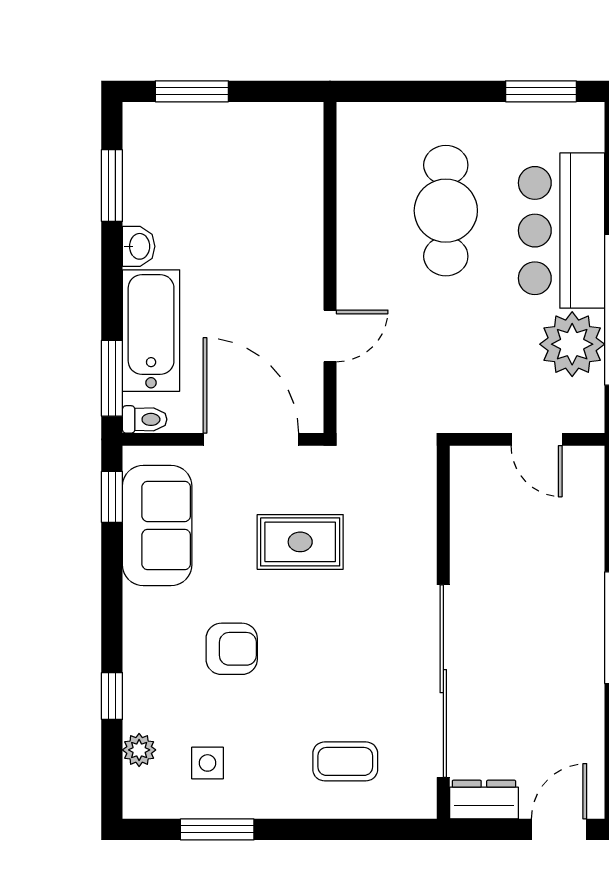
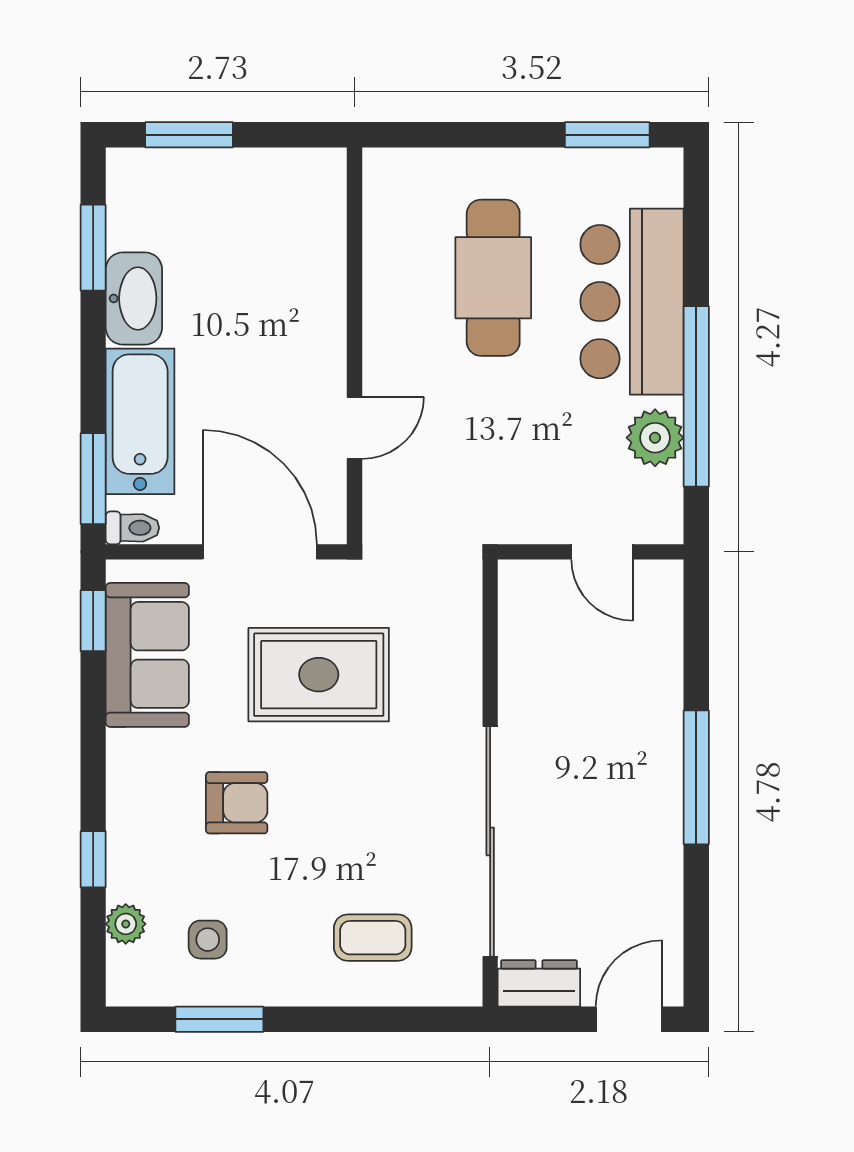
washbasin: (139, 246) -> (134, 298), width x1.91, depth x1.45
plant: (572, 344) -> (655, 438), width x0.73, depth x0.73
rug: (300, 542) -> (319, 675), width x1.36, depth x1.43

